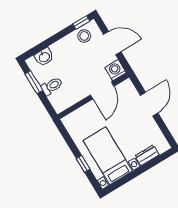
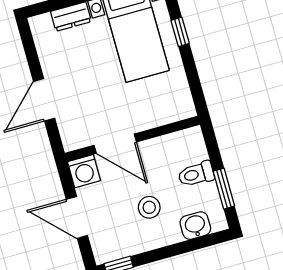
stool: (84, 36) -> (149, 207), moved
door: (102, 91) -> (115, 144), swing flipped

